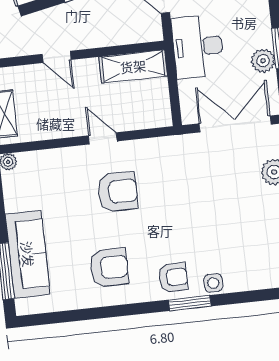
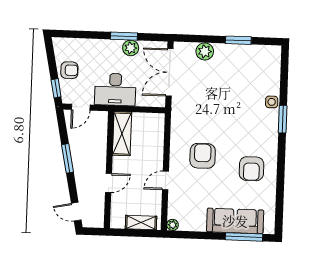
door: (103, 138) -> (166, 180), moved
armchair: (109, 267) -> (251, 169), turned 180
armchair: (173, 277) -> (264, 128), removed

